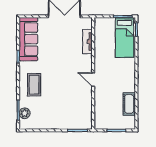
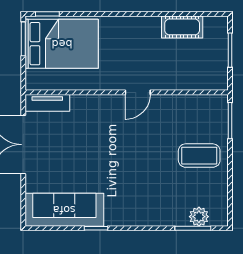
bed: (125, 38) -> (62, 44), width x1.50
tv unit: (87, 42) -> (47, 103), moved
coffee table: (34, 85) -> (199, 156), moved

